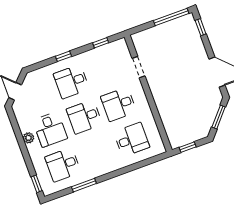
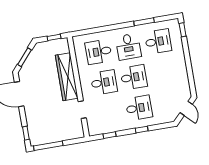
wardrobe: (164, 103) -> (67, 77), added
desk: (50, 129) -> (128, 47), moved, turned 180
plant: (28, 138) -> (182, 68), removed

